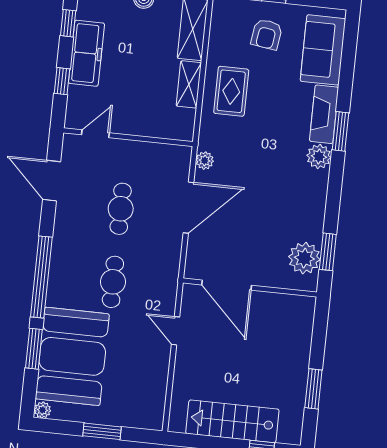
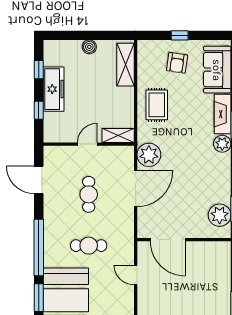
shelving: (189, 84) -> (118, 136), moved, turned 90
door: (95, 134) -> (87, 144), moved
plant: (205, 161) -> (149, 155), width x1.87, depth x1.87
cafe table: (113, 282) -> (89, 246), turned 90

